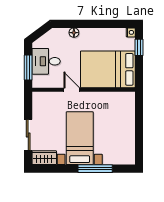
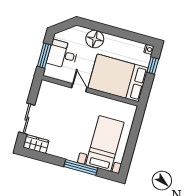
floor lamp: (74, 33) -> (95, 39), width x1.89, depth x1.89
bed with nightstands: (80, 138) -> (105, 143), moved

